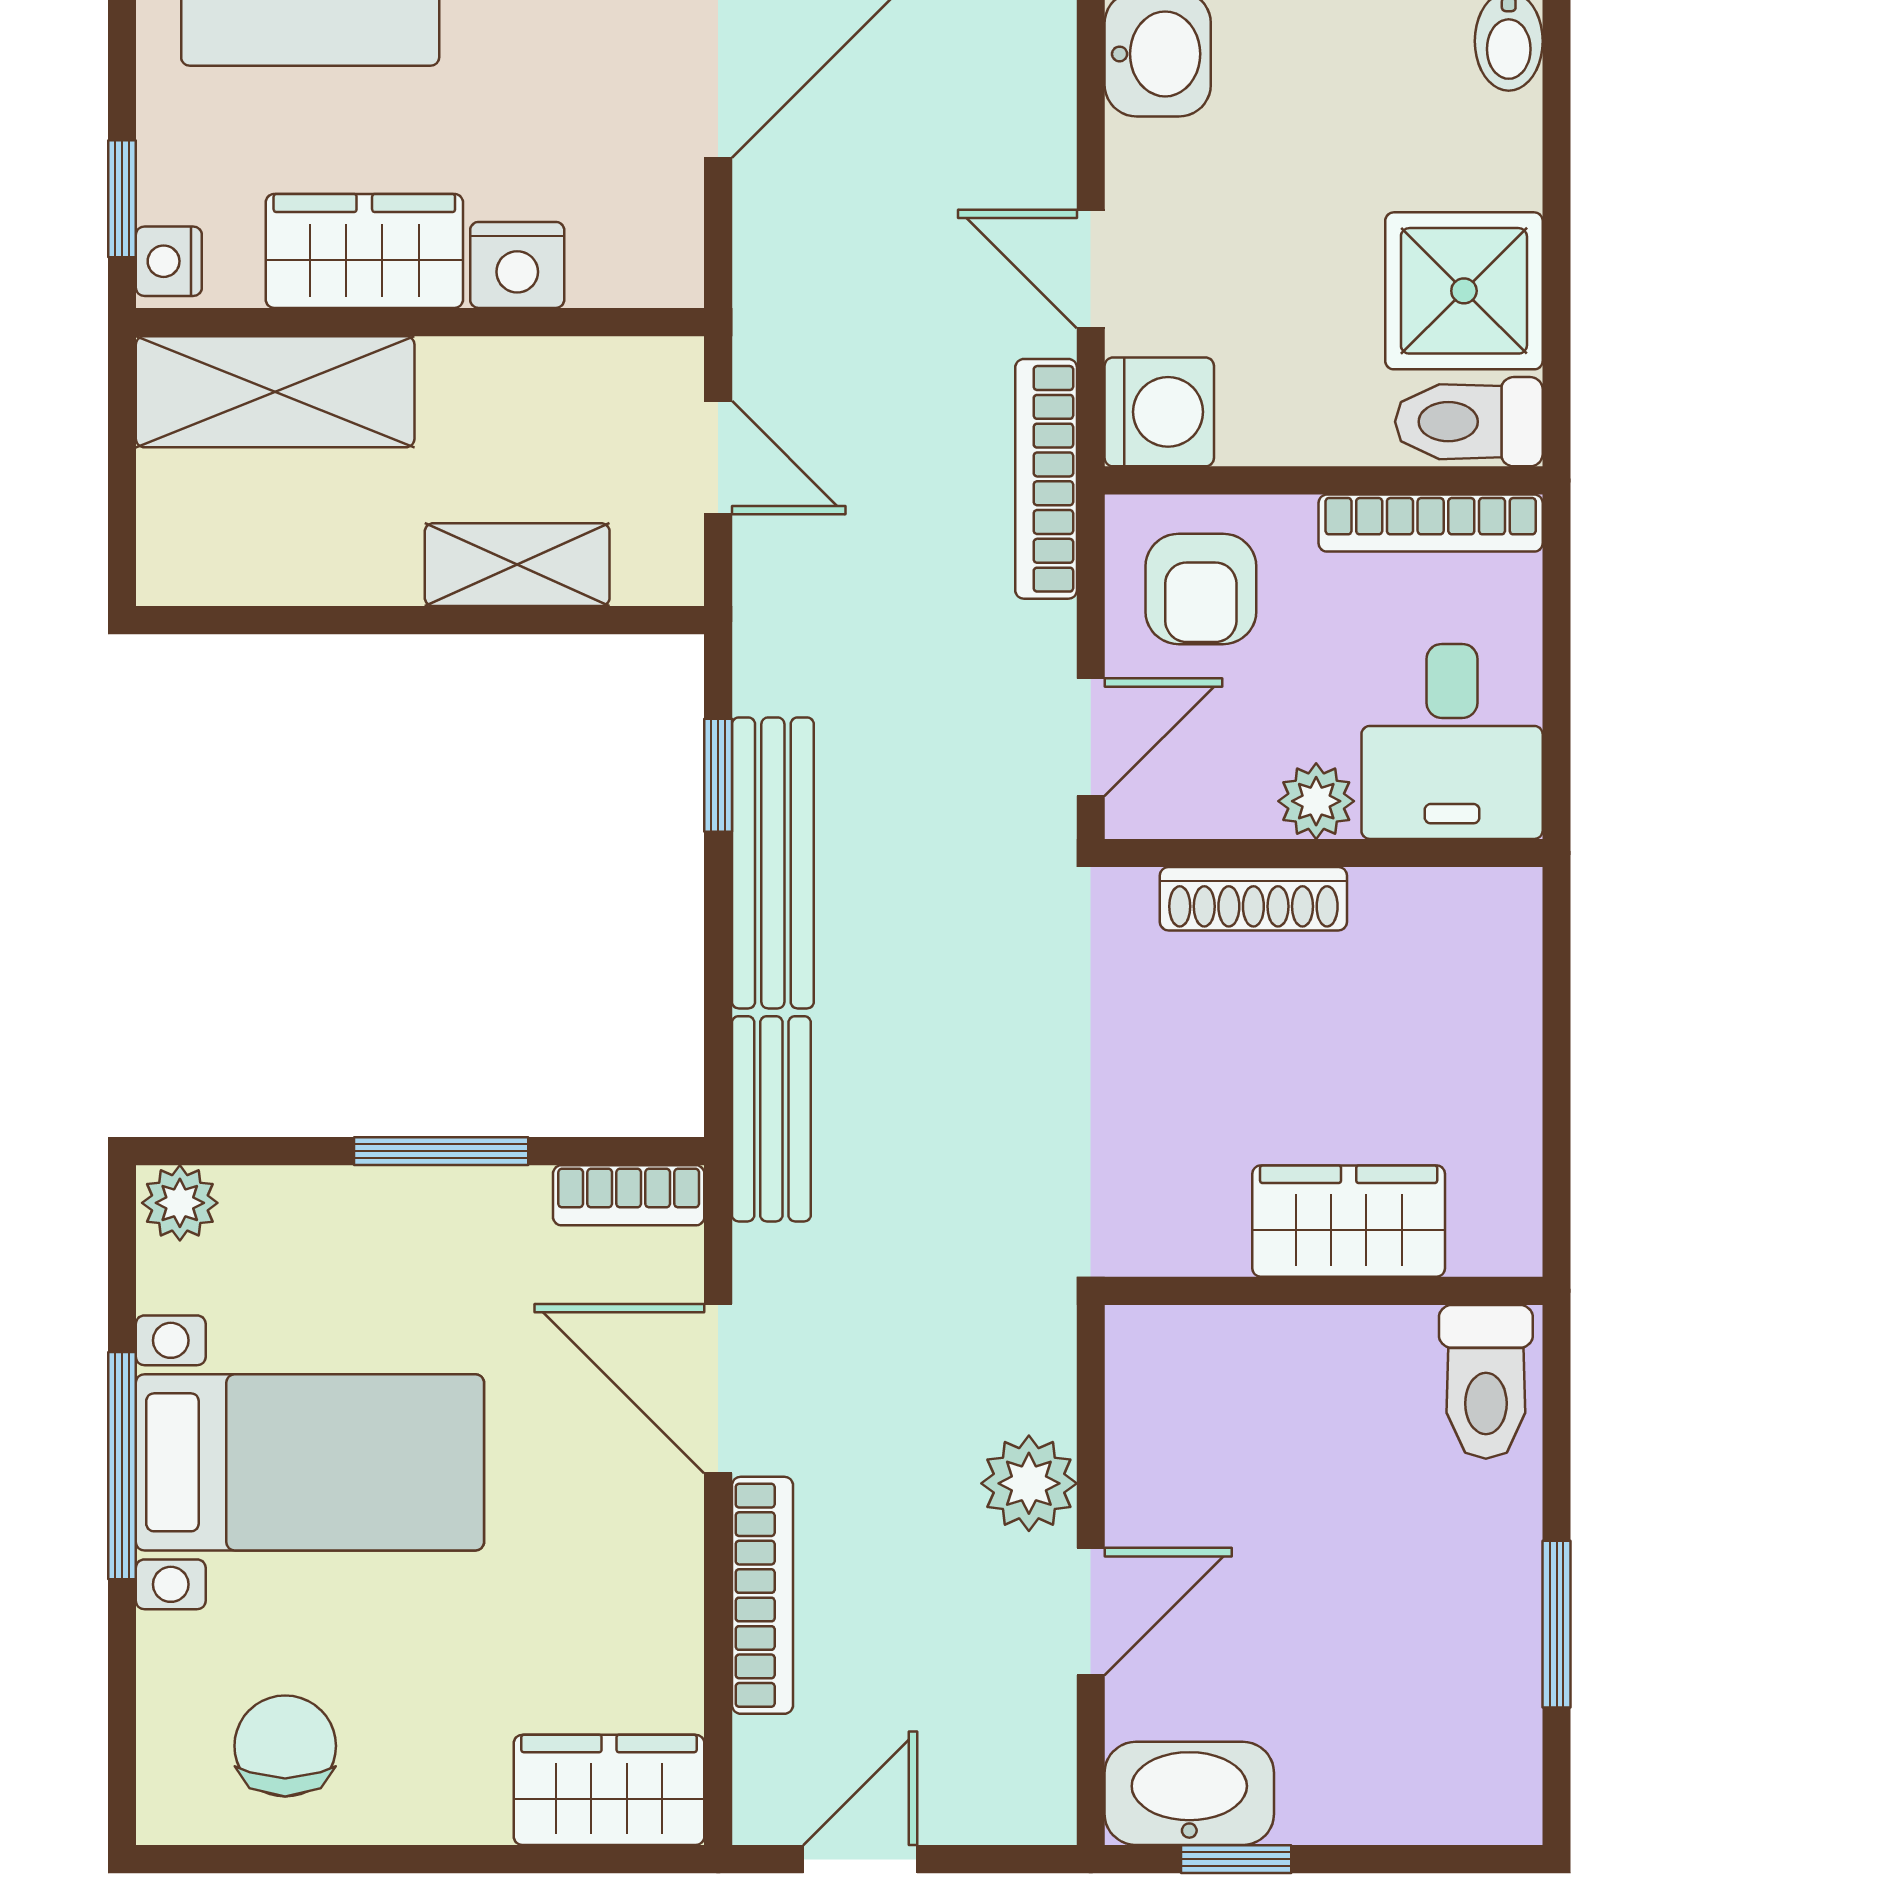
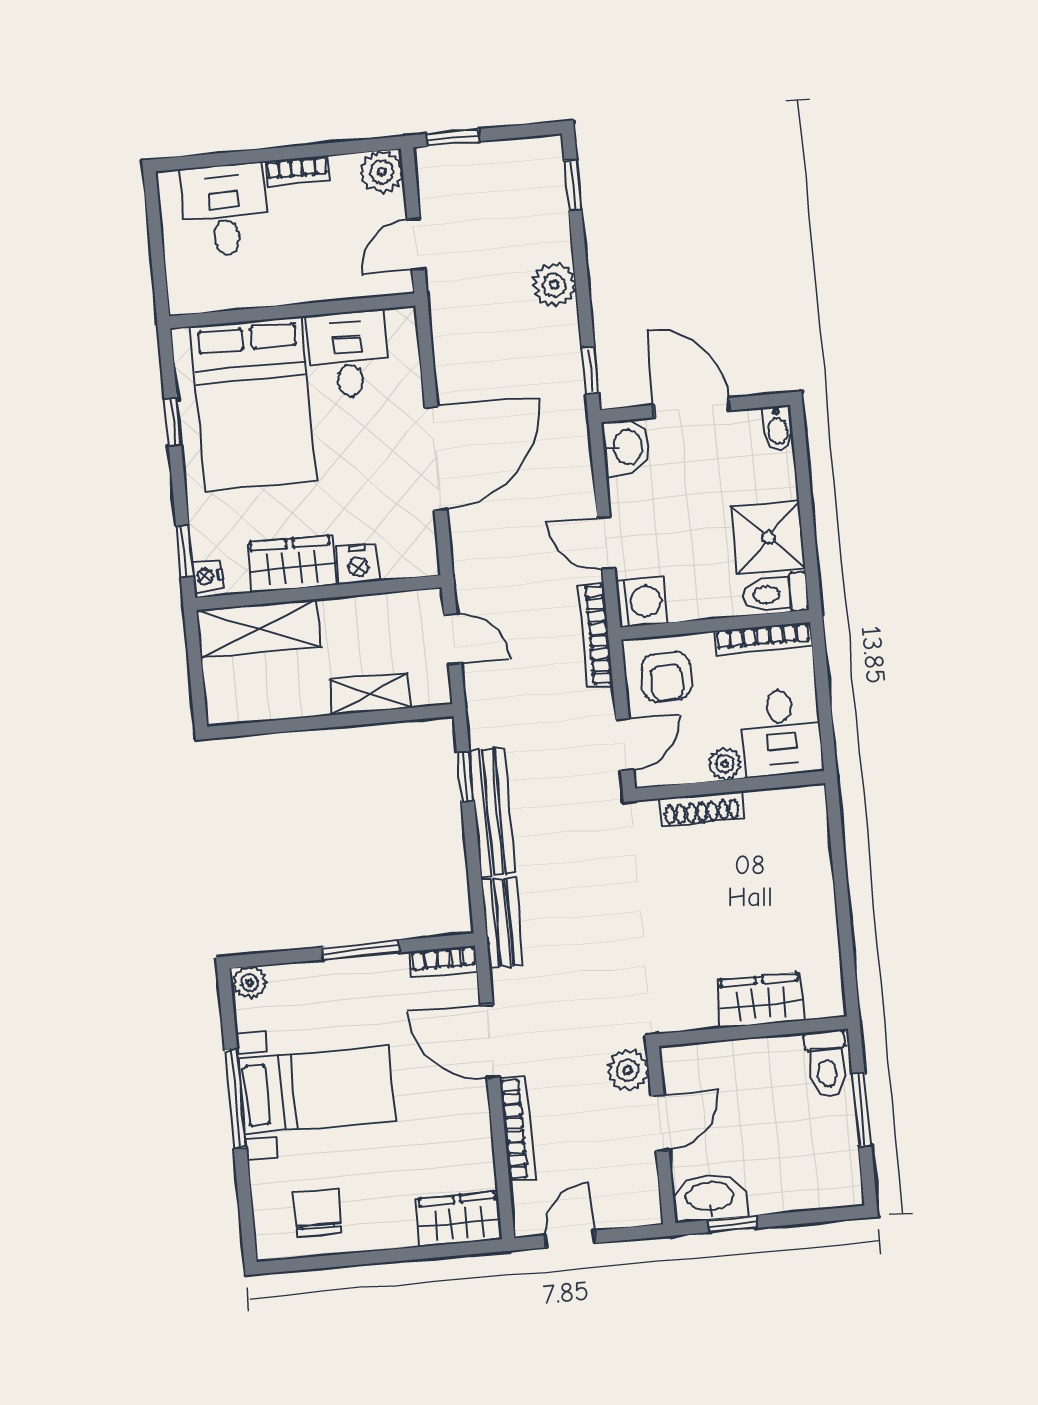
wardrobe: (1349, 1221) -> (761, 1000), moved
wall: (1324, 1291) -> (753, 1031), moved
toilet: (1486, 1382) -> (827, 1064), moved

